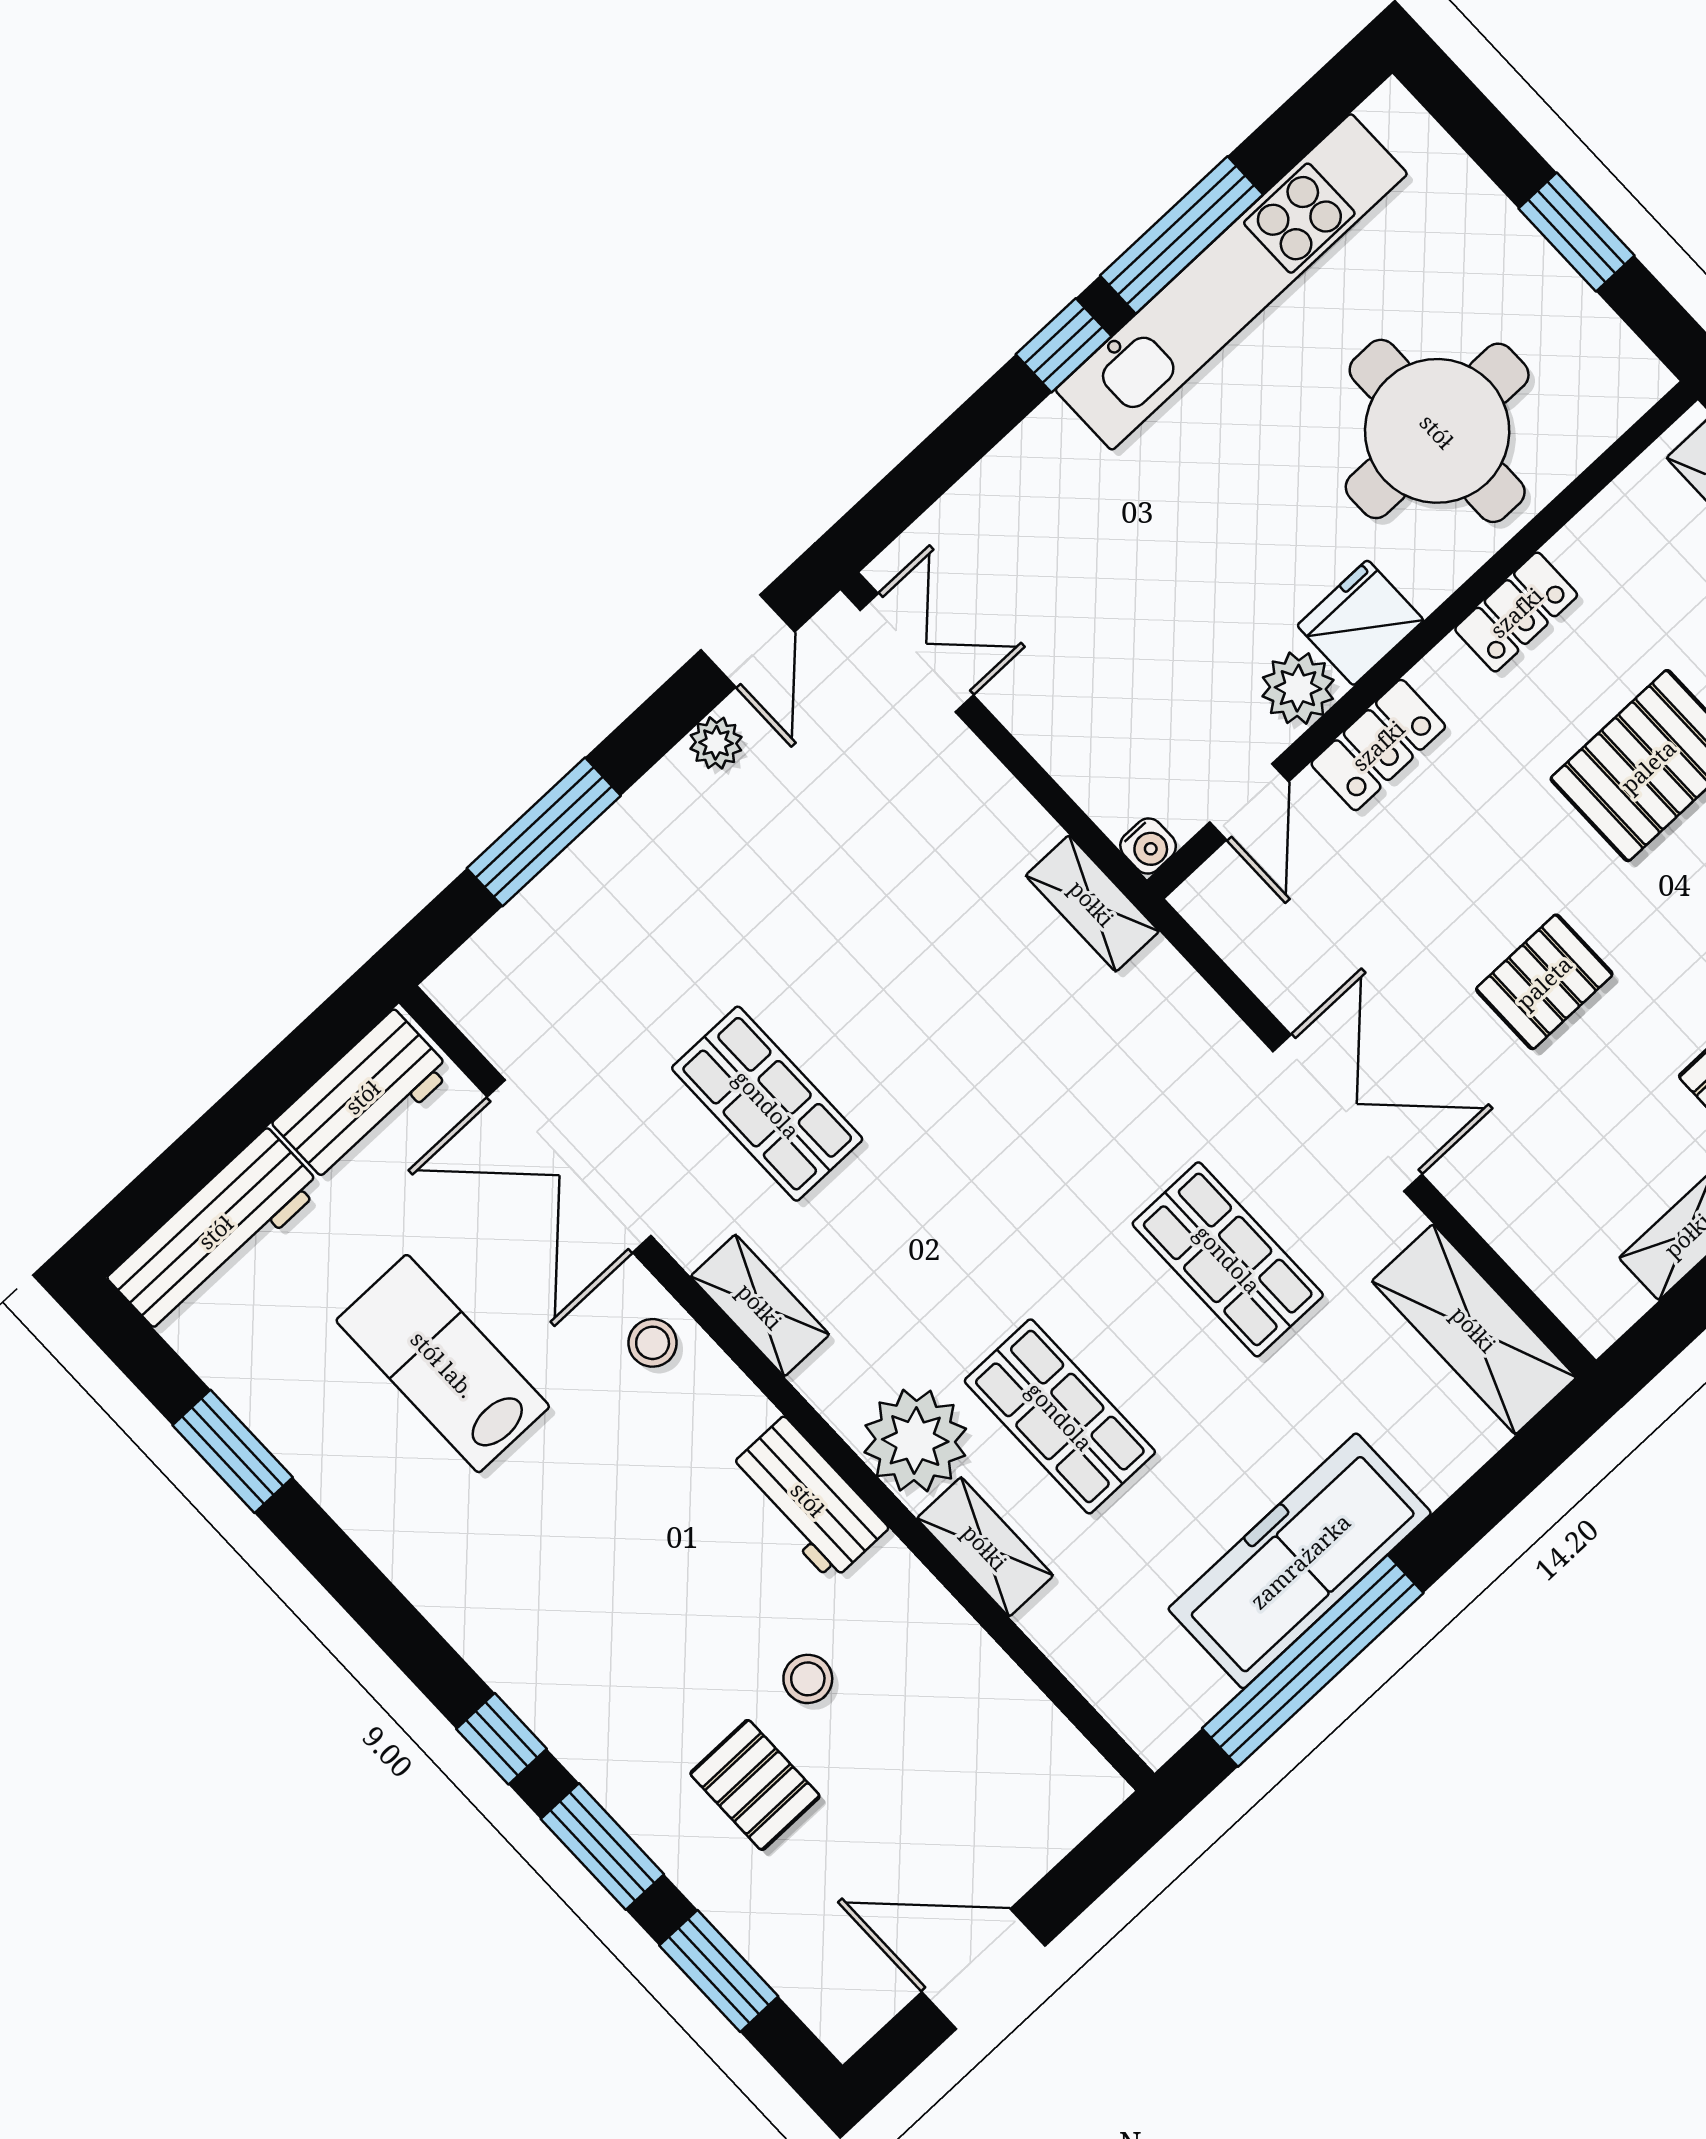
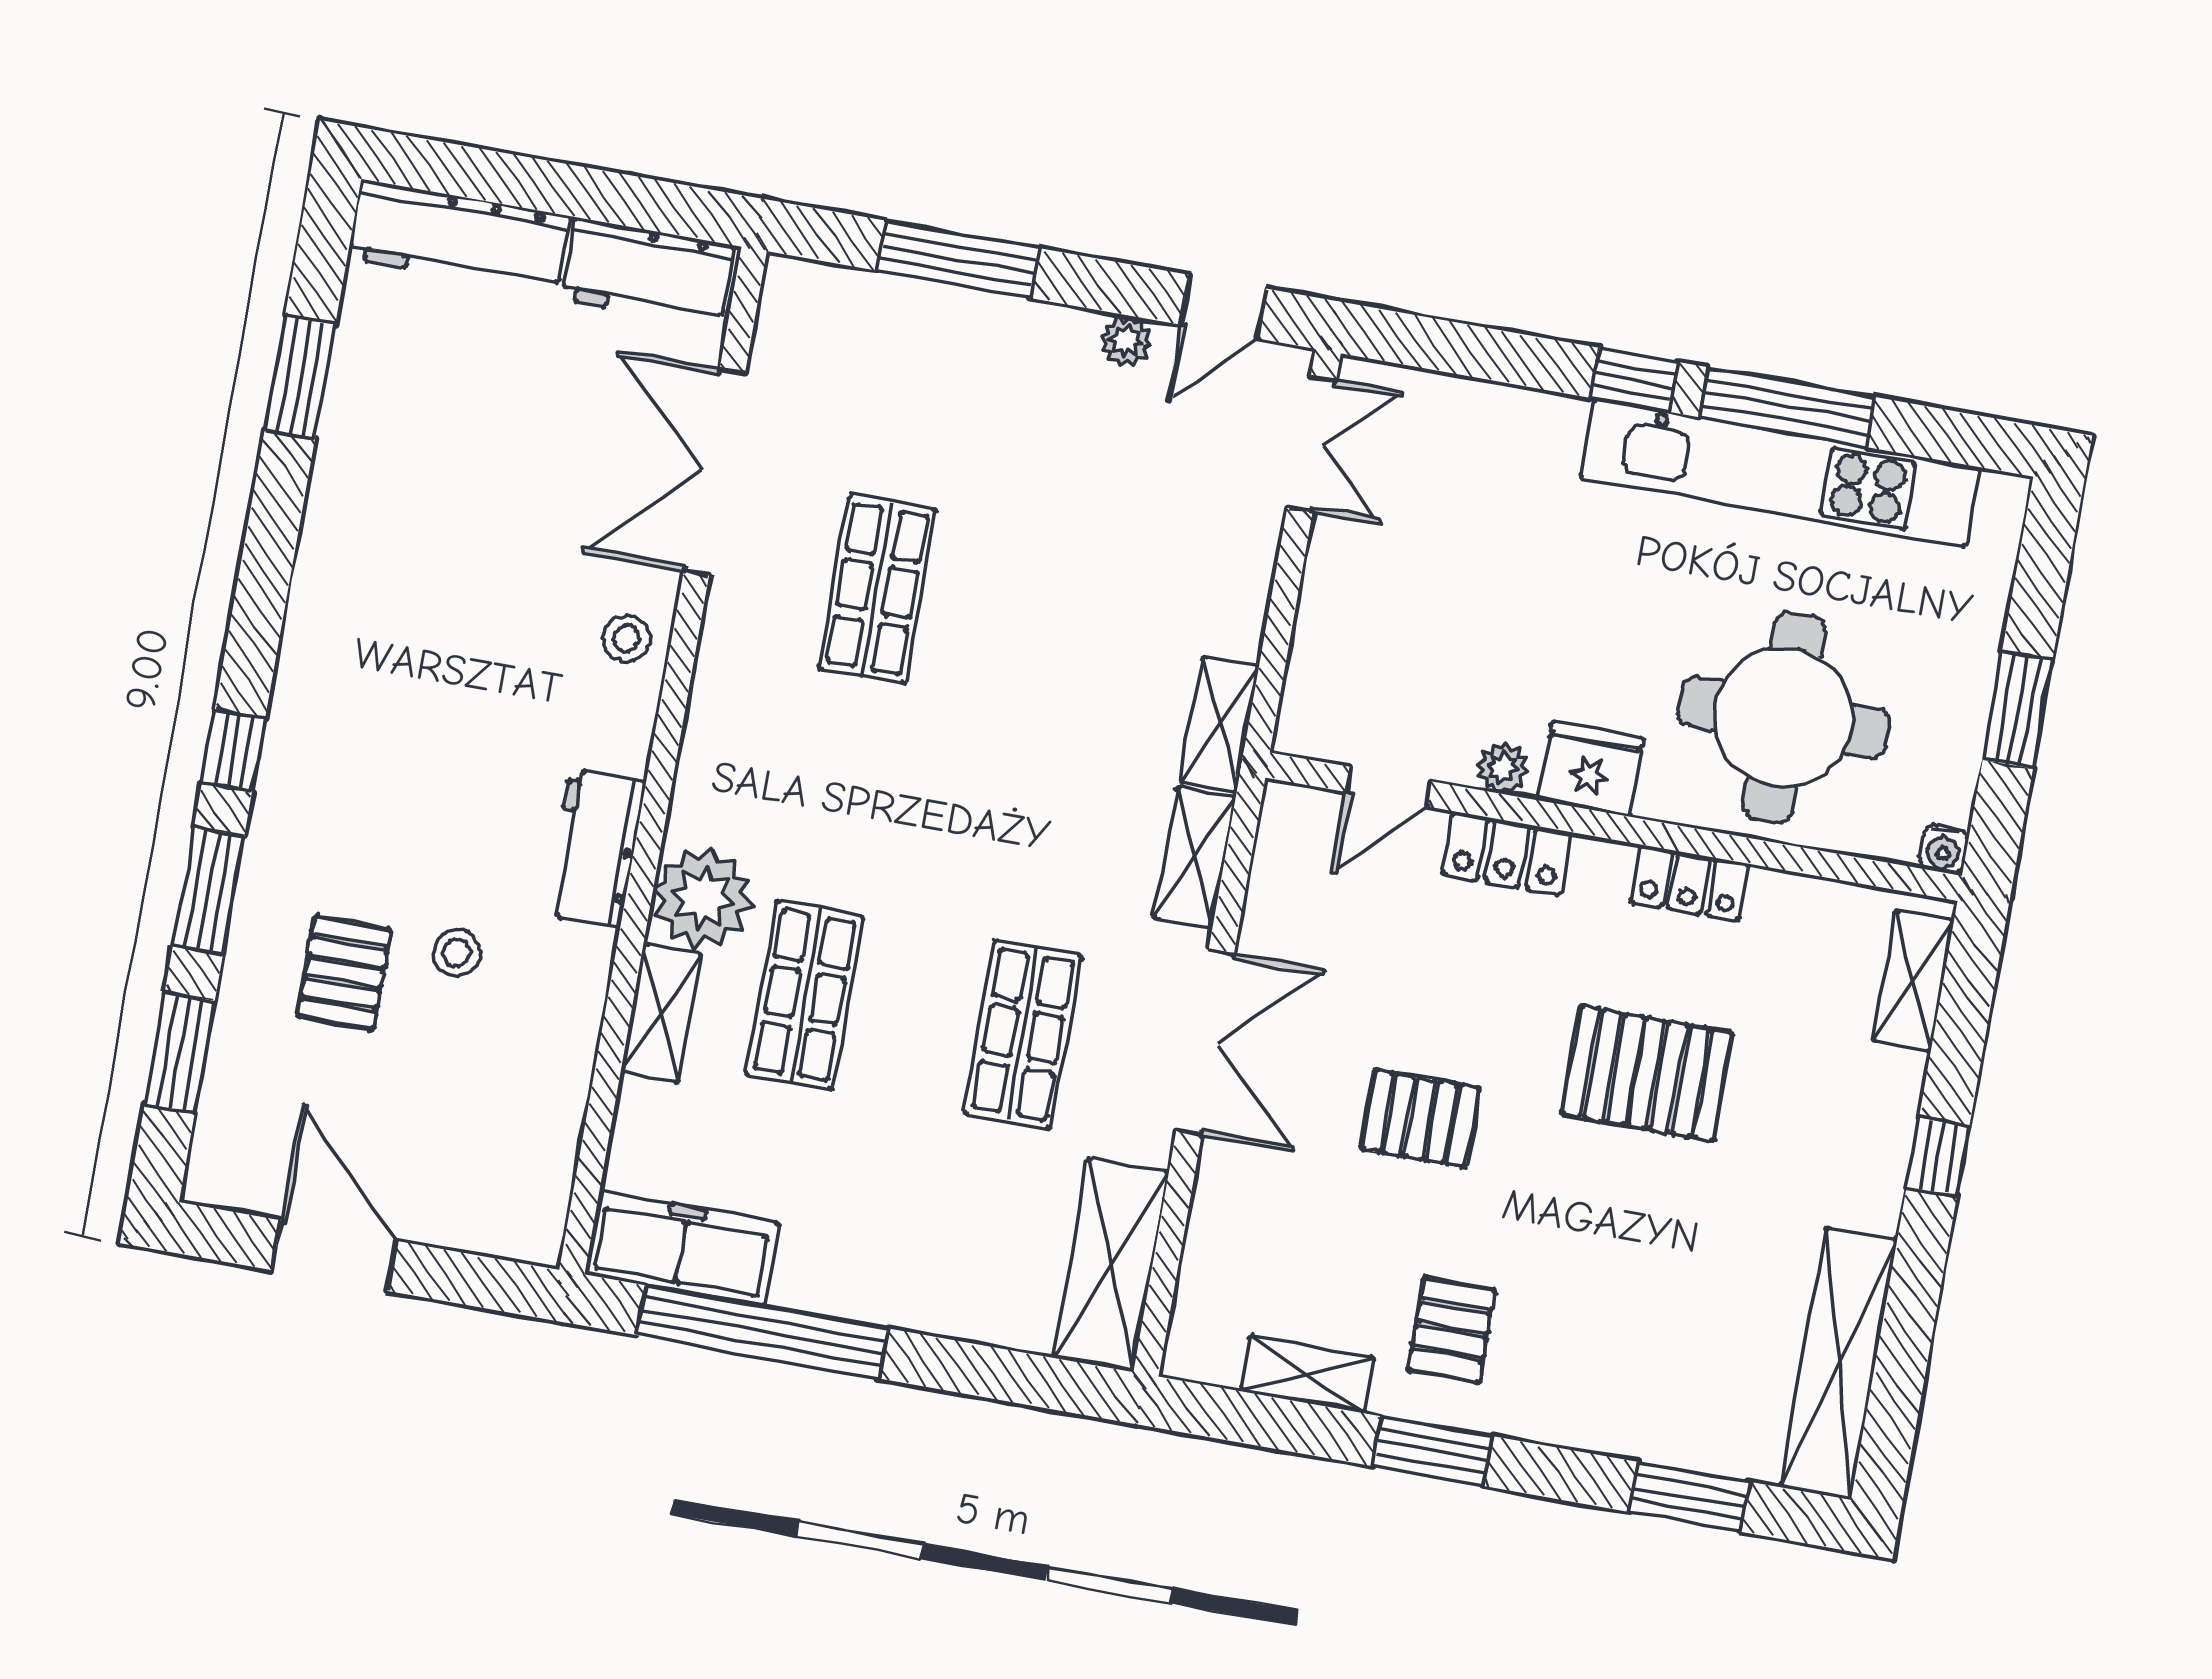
plant: (1298, 688) -> (1503, 768), width x0.73, depth x0.73
water cooler: (1148, 846) -> (1944, 849), moved
shelving: (760, 1306) -> (1195, 858), moved
lab bench: (443, 1364) -> (489, 488), removed
freezer: (1300, 1561) -> (682, 1249), moved, width x0.73, depth x0.79

